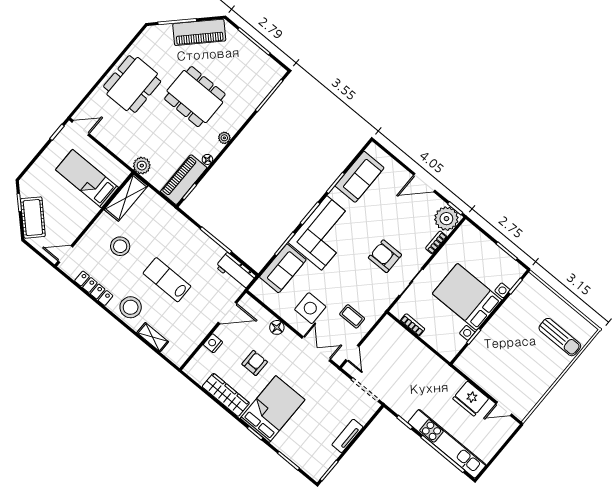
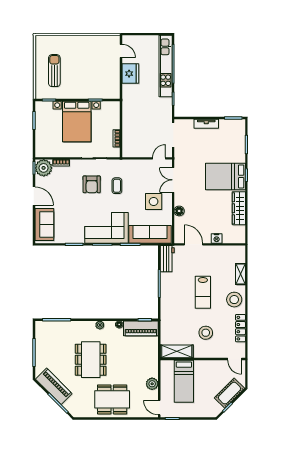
plant: (142, 166) -> (152, 384), moved
sofa: (360, 177) -> (44, 225), moved, turned 90
sofa: (283, 268) -> (150, 234), width x1.36
coffee table: (352, 316) -> (117, 186), moved
sun lounger: (560, 337) -> (54, 71), moved
armchair: (255, 363) -> (208, 207), removed

